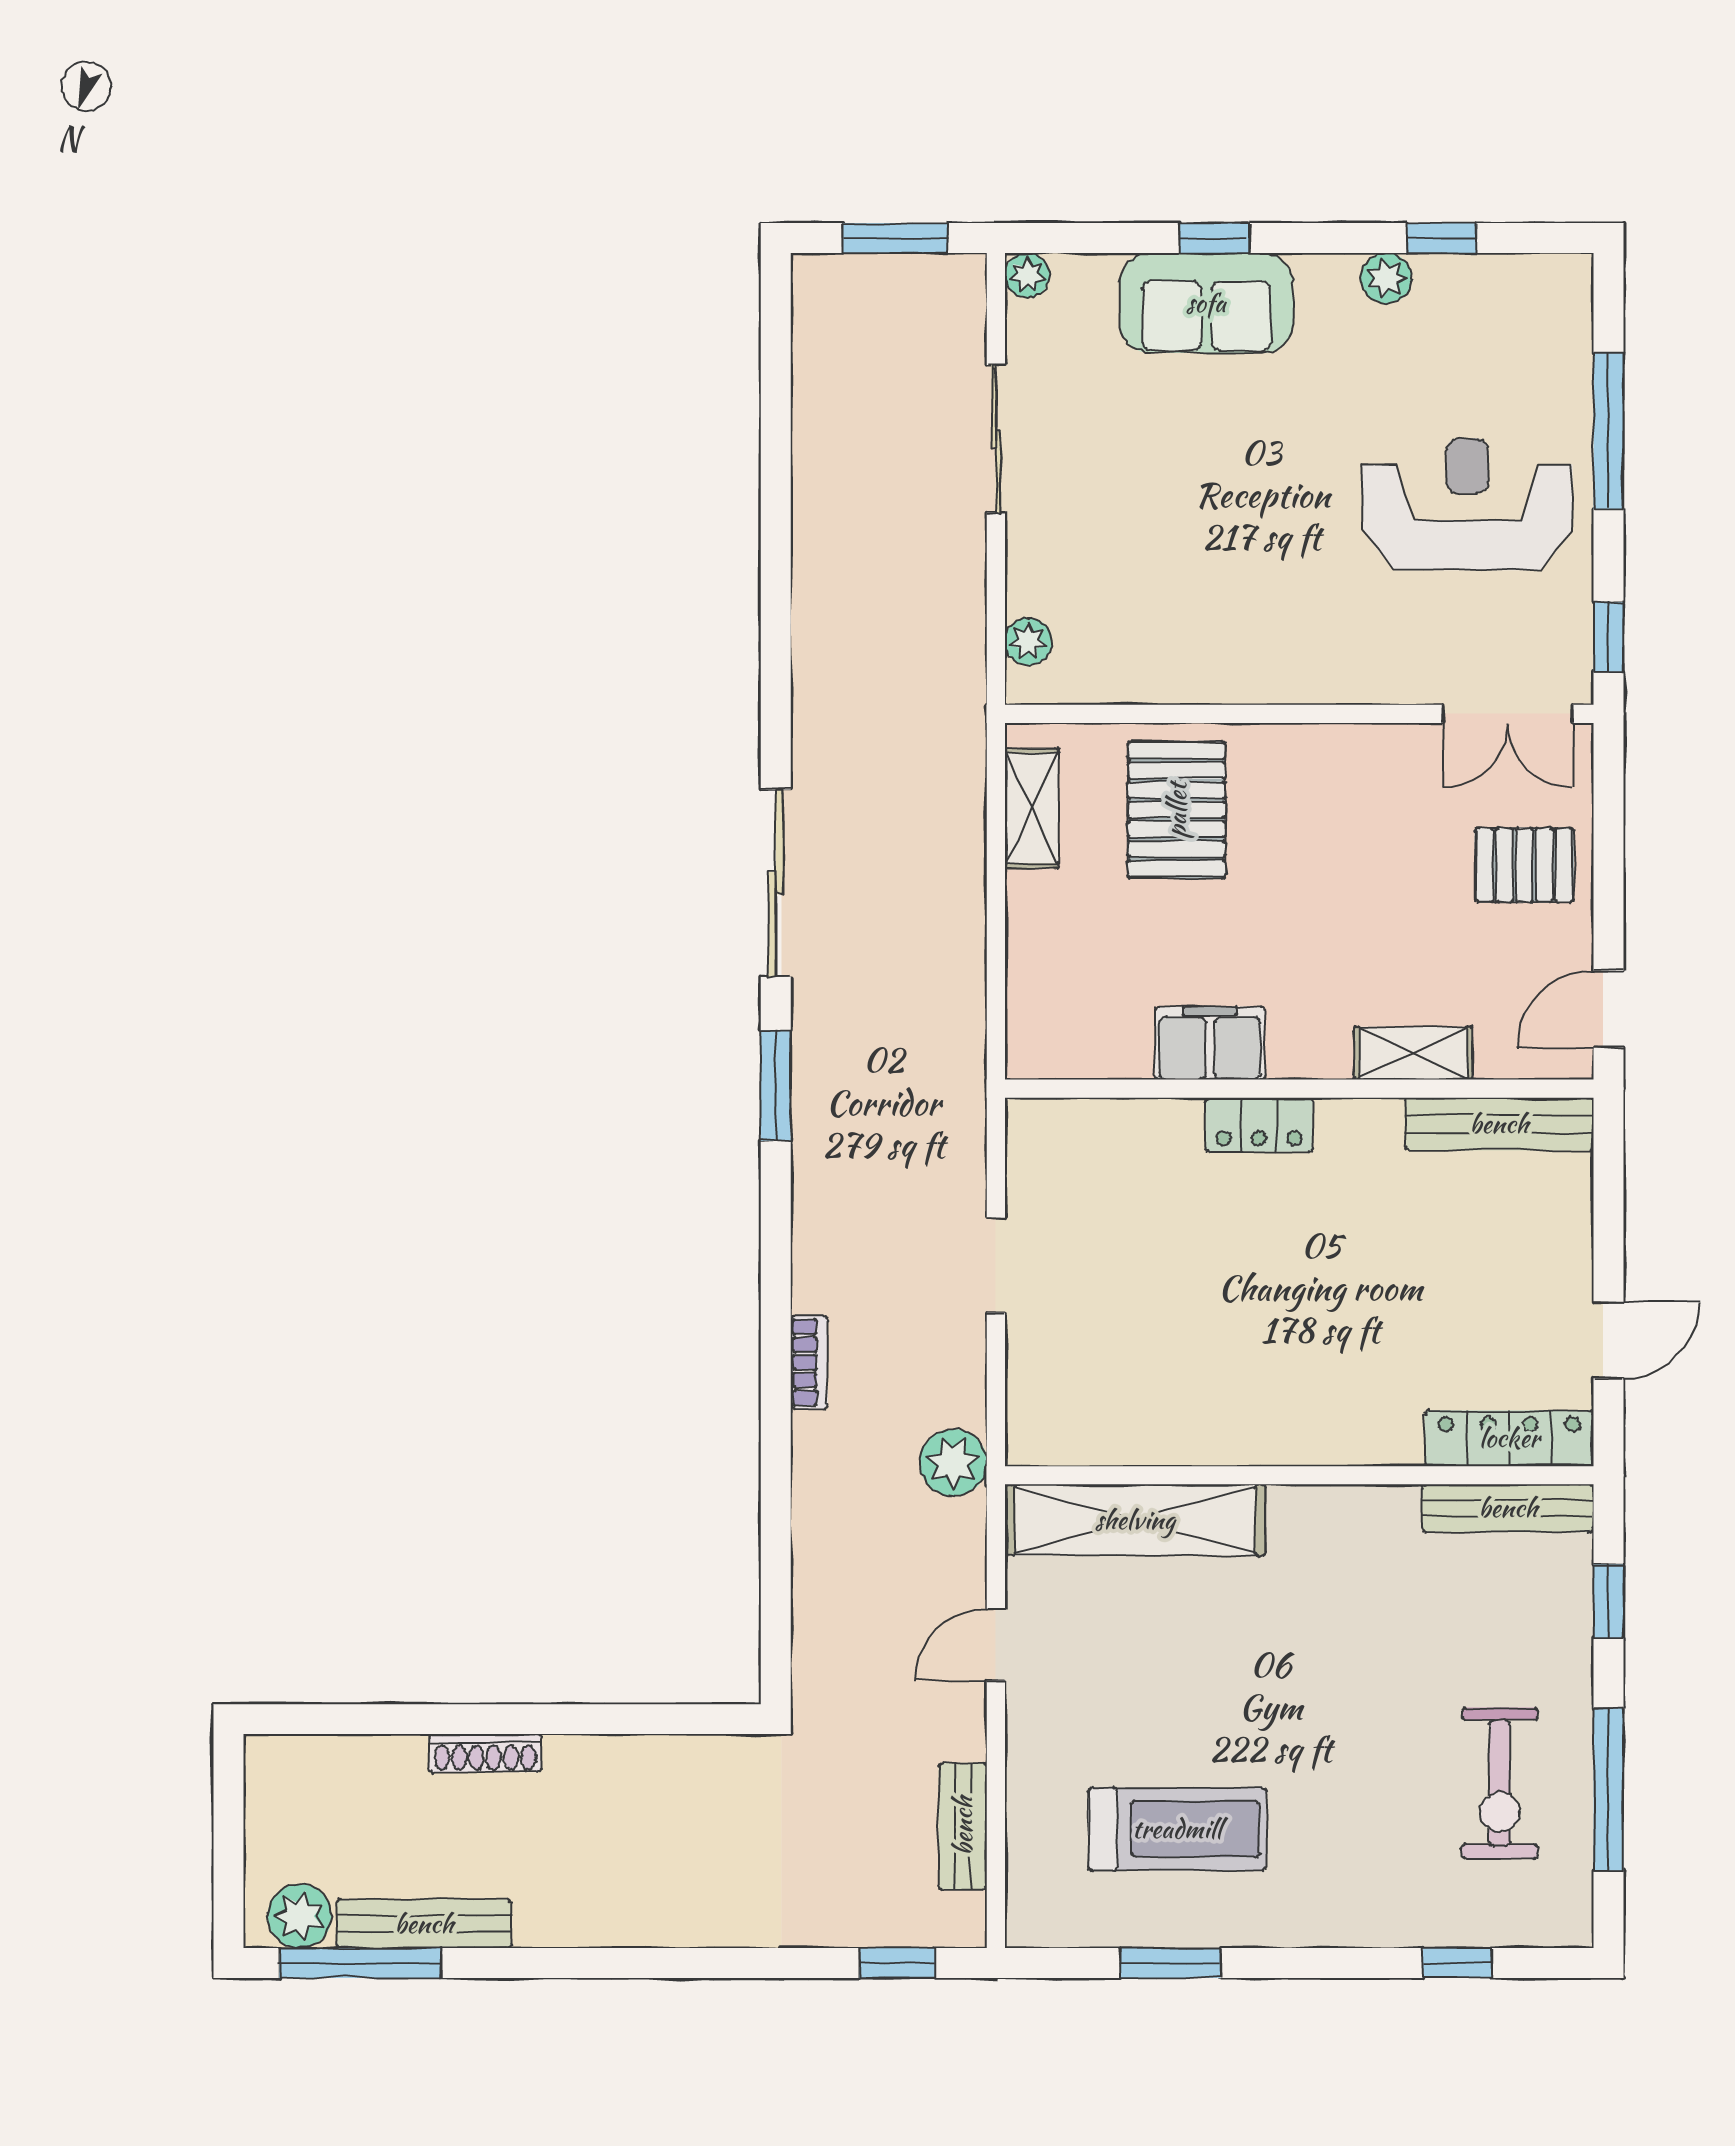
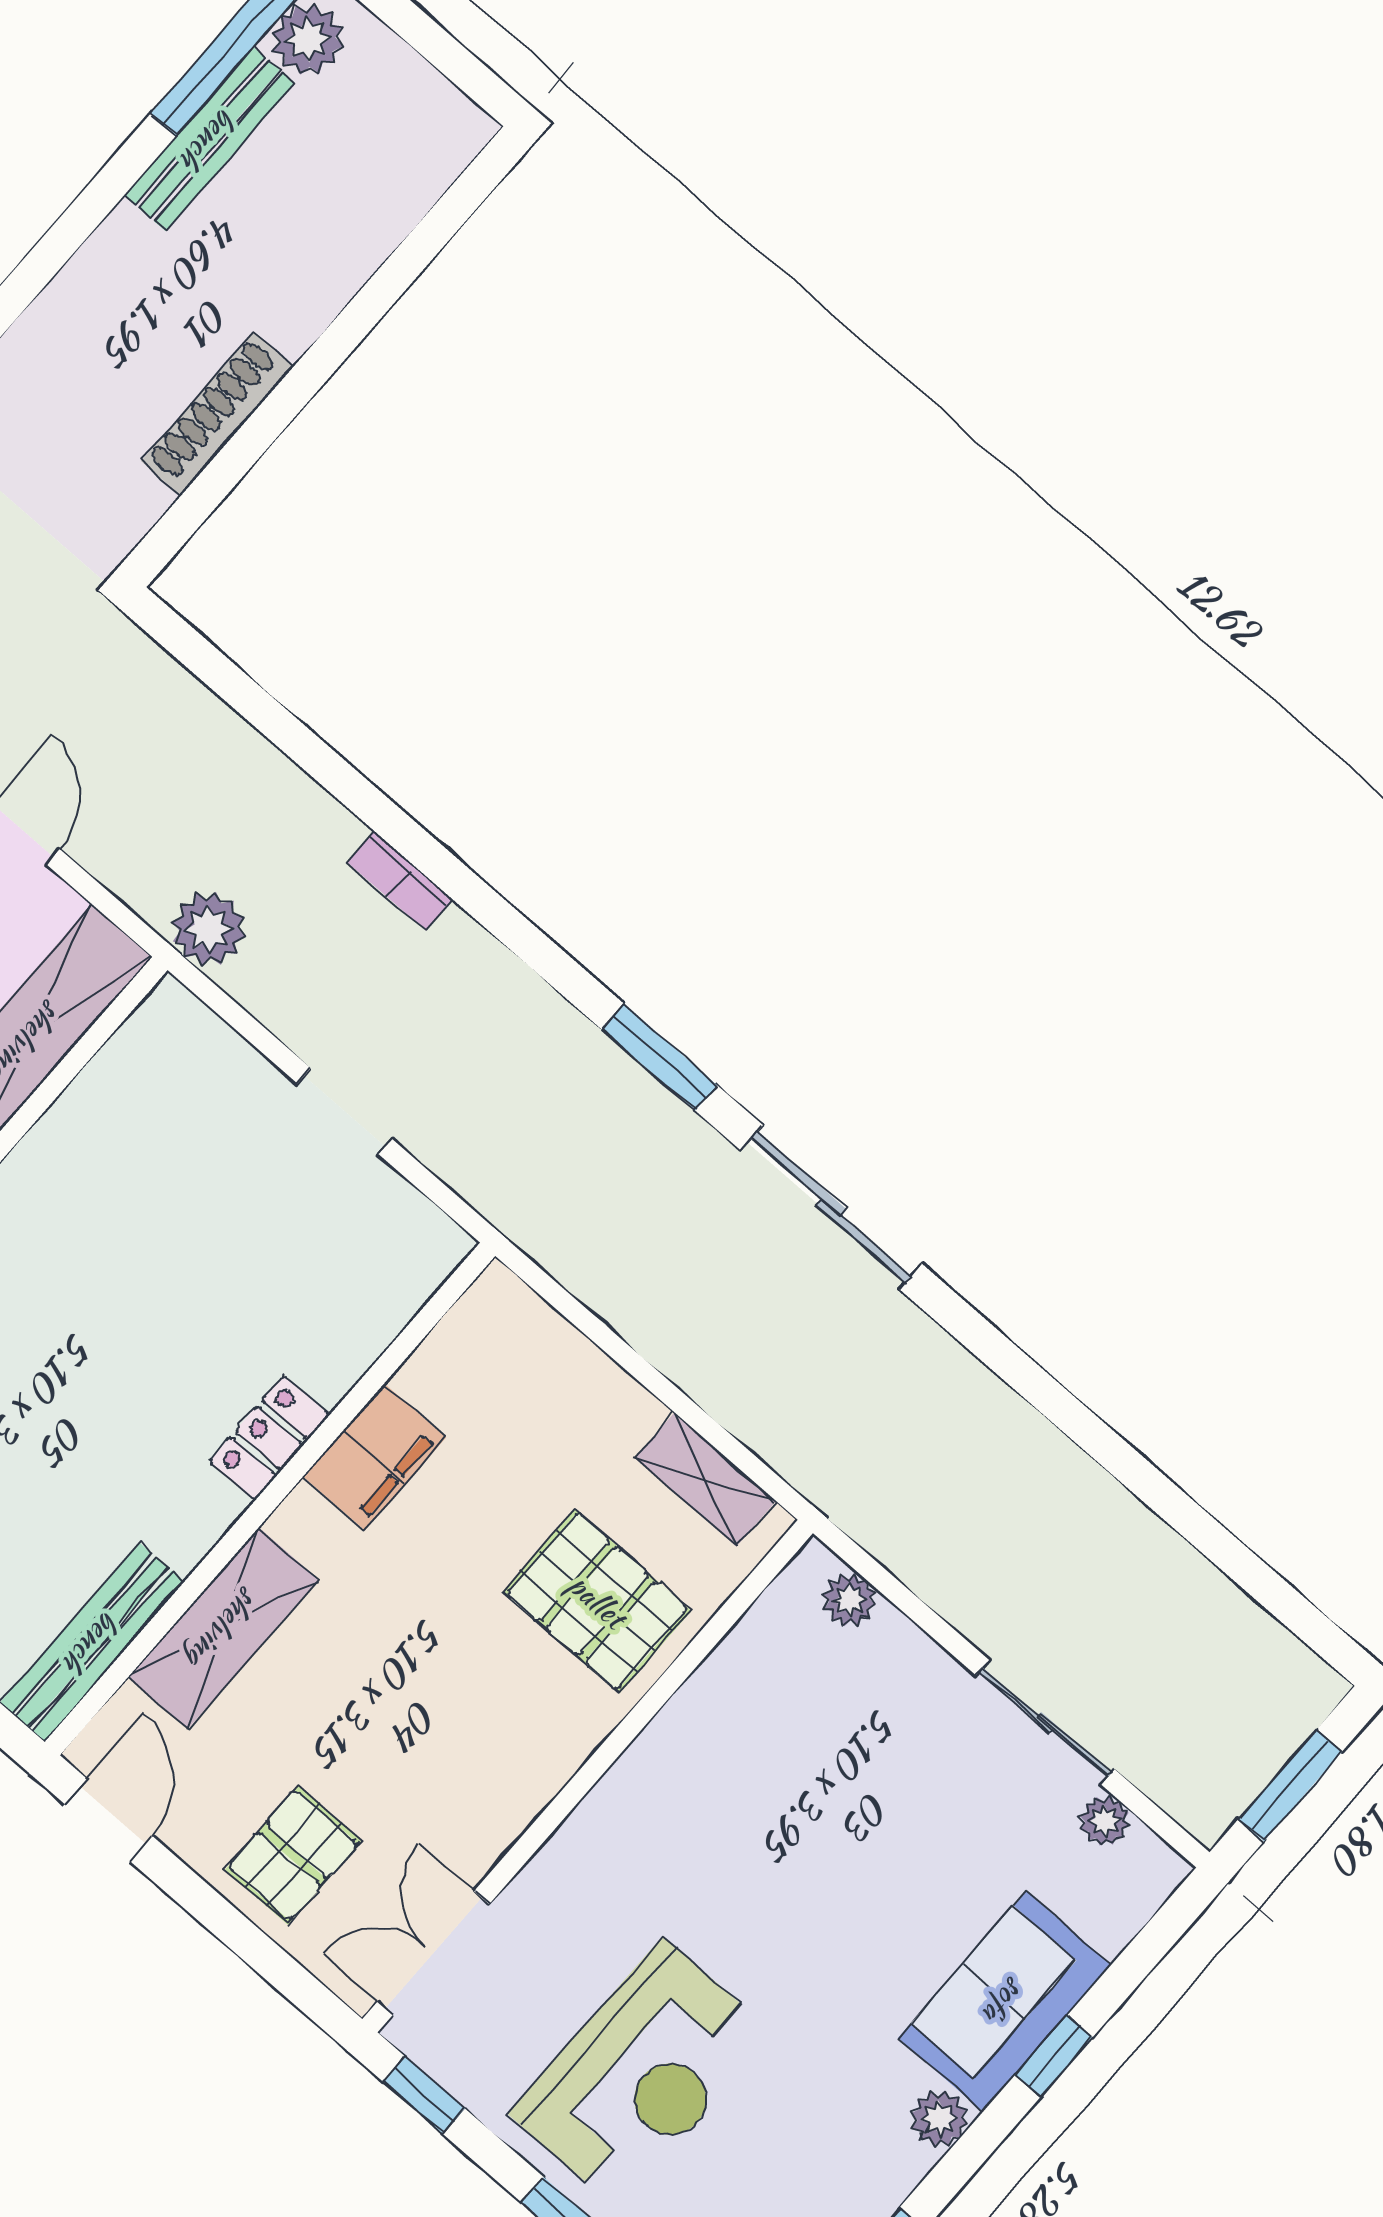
plant: (1027, 275) -> (1105, 1821), moved
plant: (1386, 278) -> (939, 2119), moved
shelving: (1413, 1053) -> (223, 1628), width x1.50, depth x1.33
shoe rack: (485, 1753) -> (218, 414), moved, width x1.36, depth x1.24

